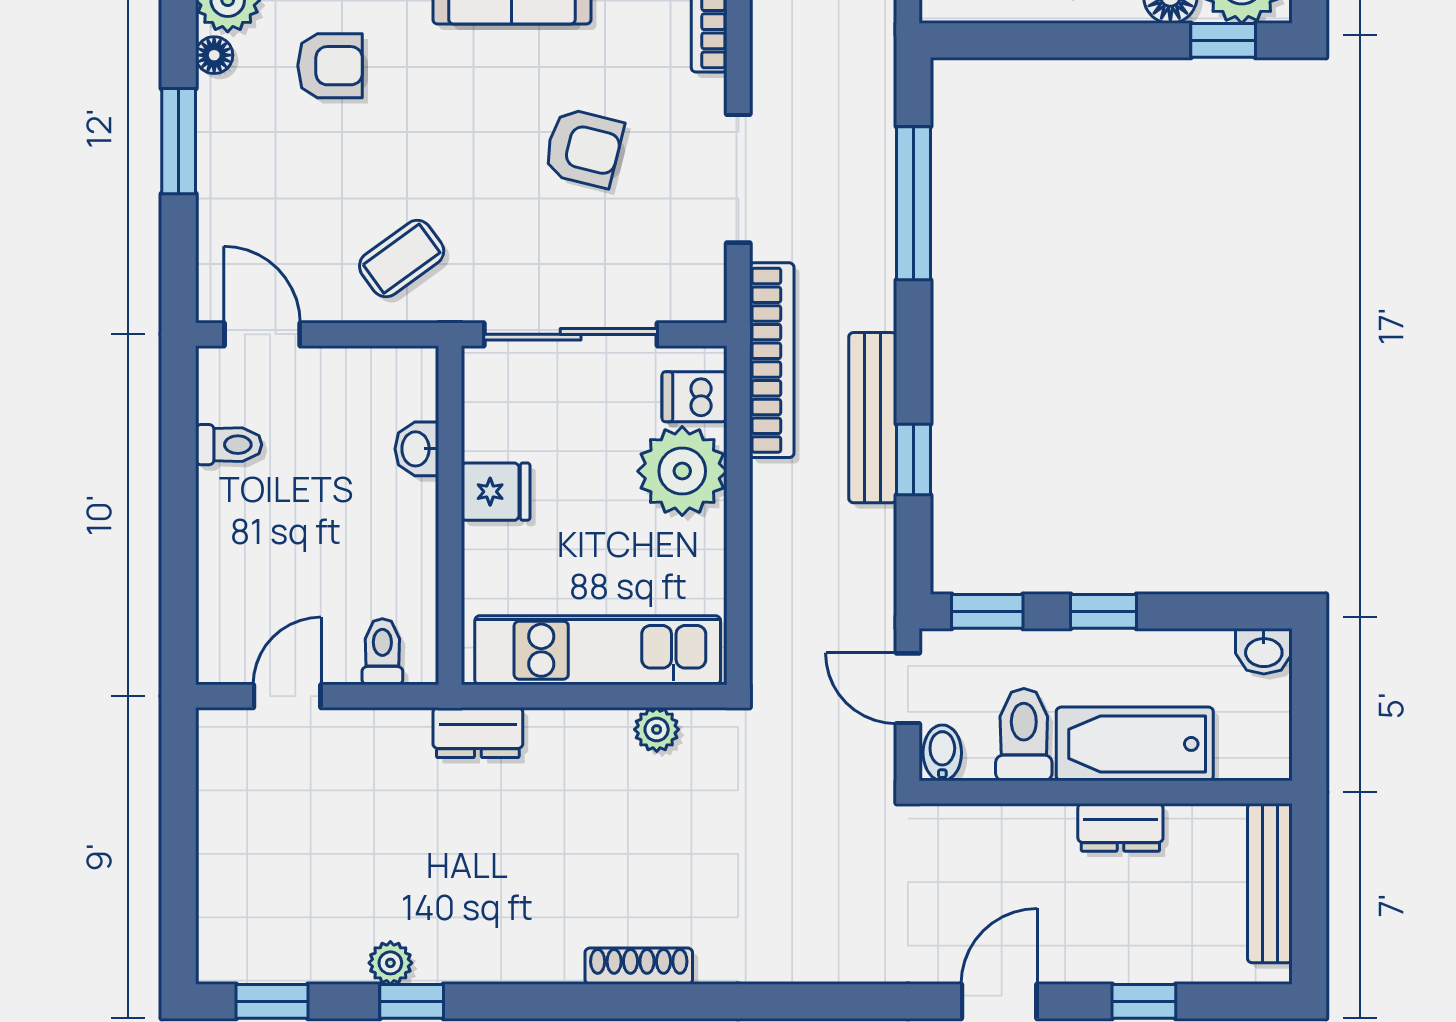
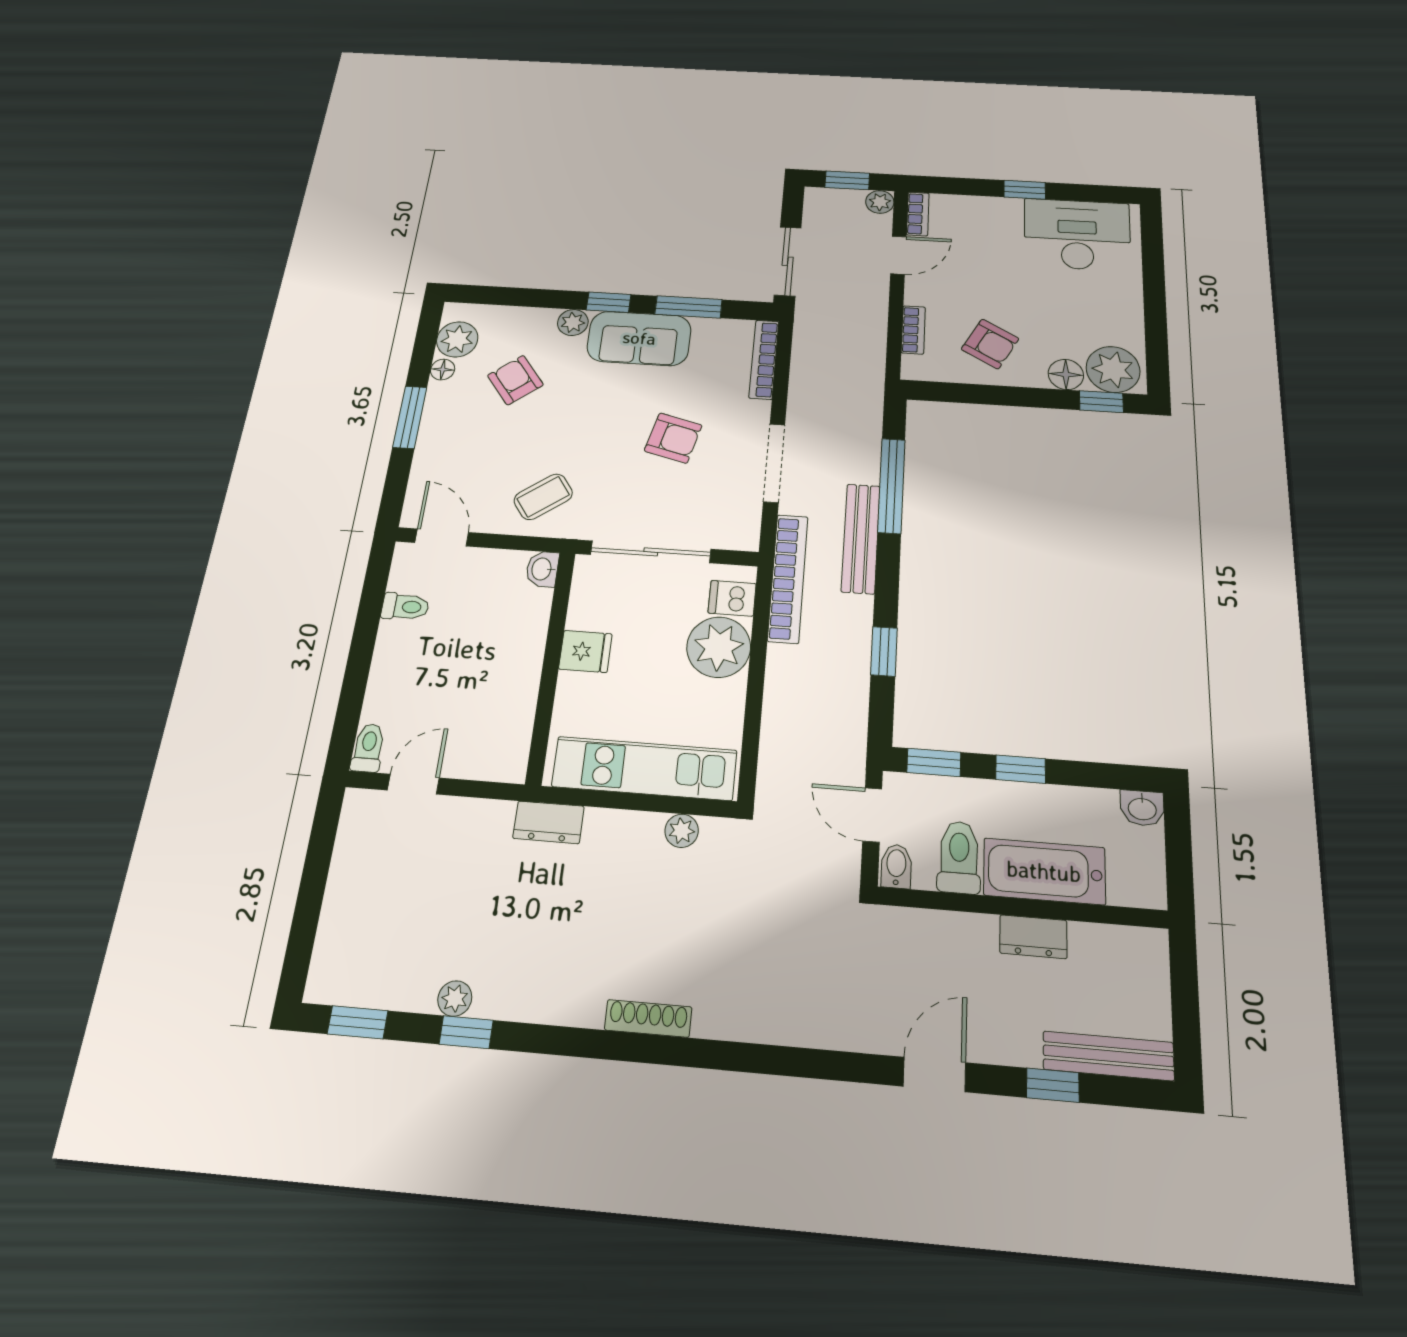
armchair: (330, 66) -> (515, 380), turned -128
bench: (873, 418) -> (861, 538), moved
washbasin: (417, 449) -> (542, 569), moved
toilet: (382, 652) -> (368, 748), moved
bench: (1270, 883) -> (1108, 1056), moved, turned 90

